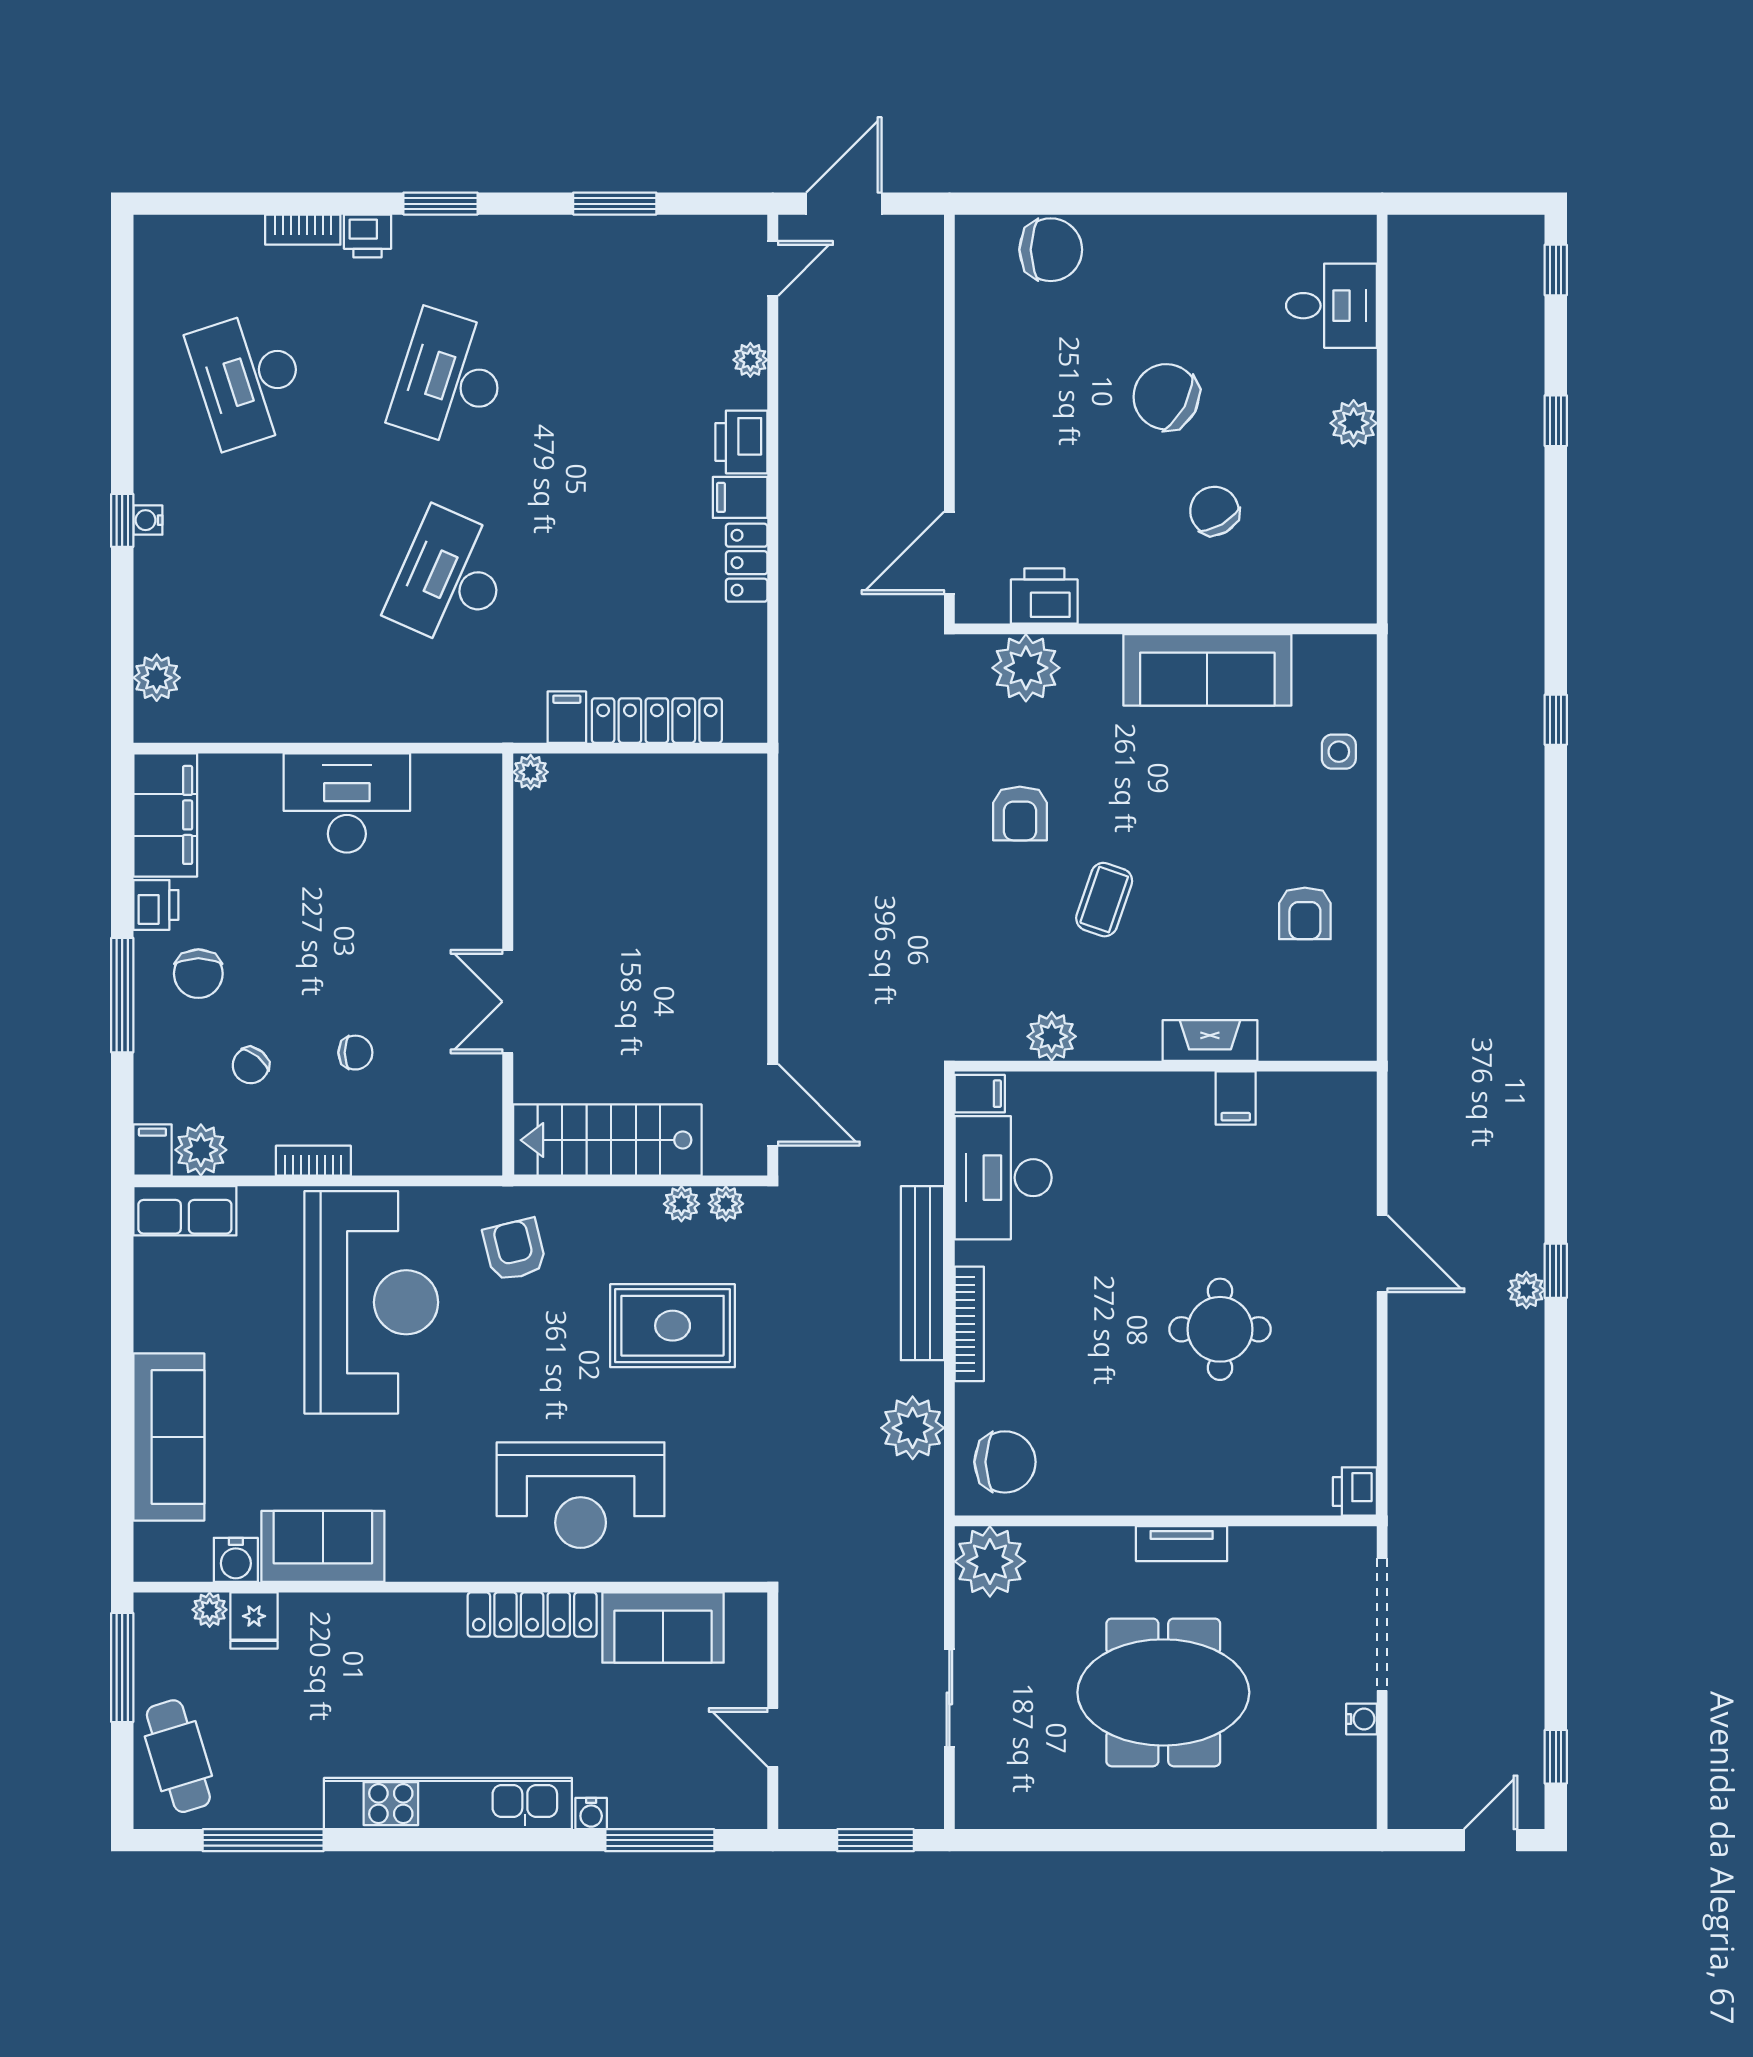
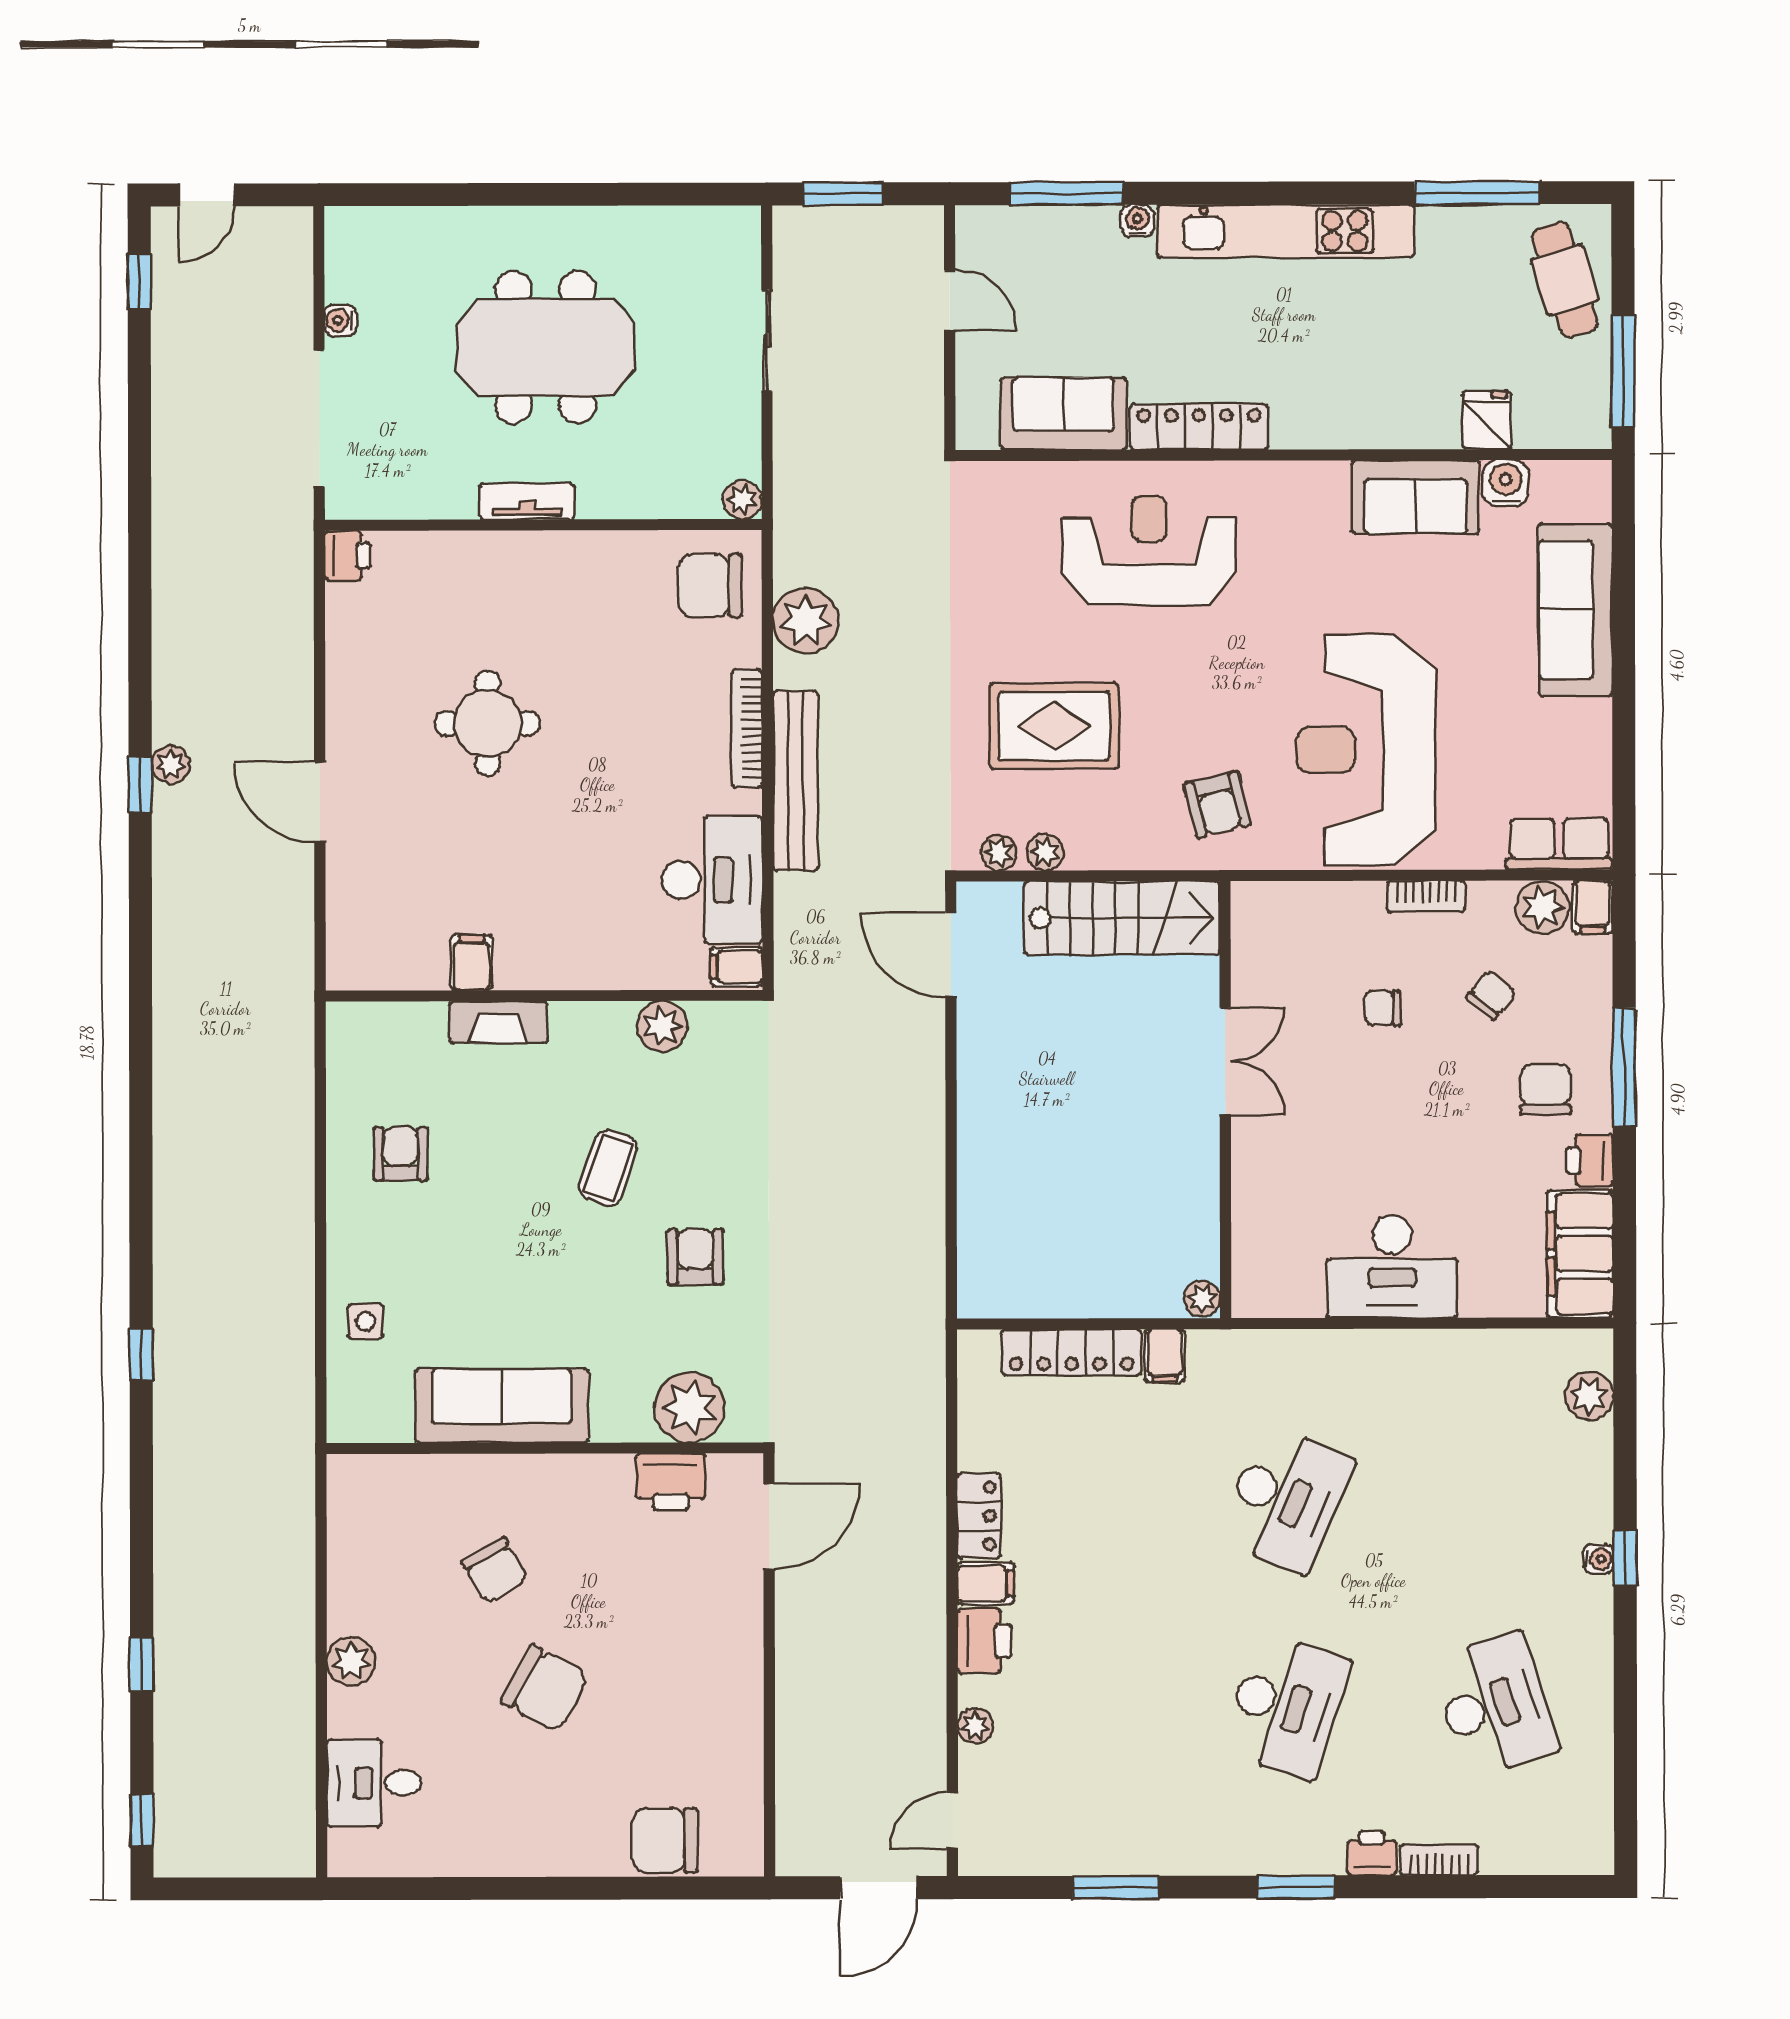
plant: (990, 1561) -> (742, 500), width x0.53, depth x0.53
plant: (210, 1610) -> (1533, 431), removed

